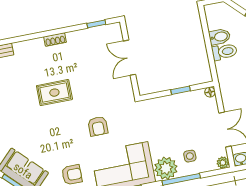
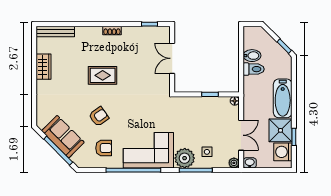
armchair: (98, 126) -> (99, 117), moved, turned -125

